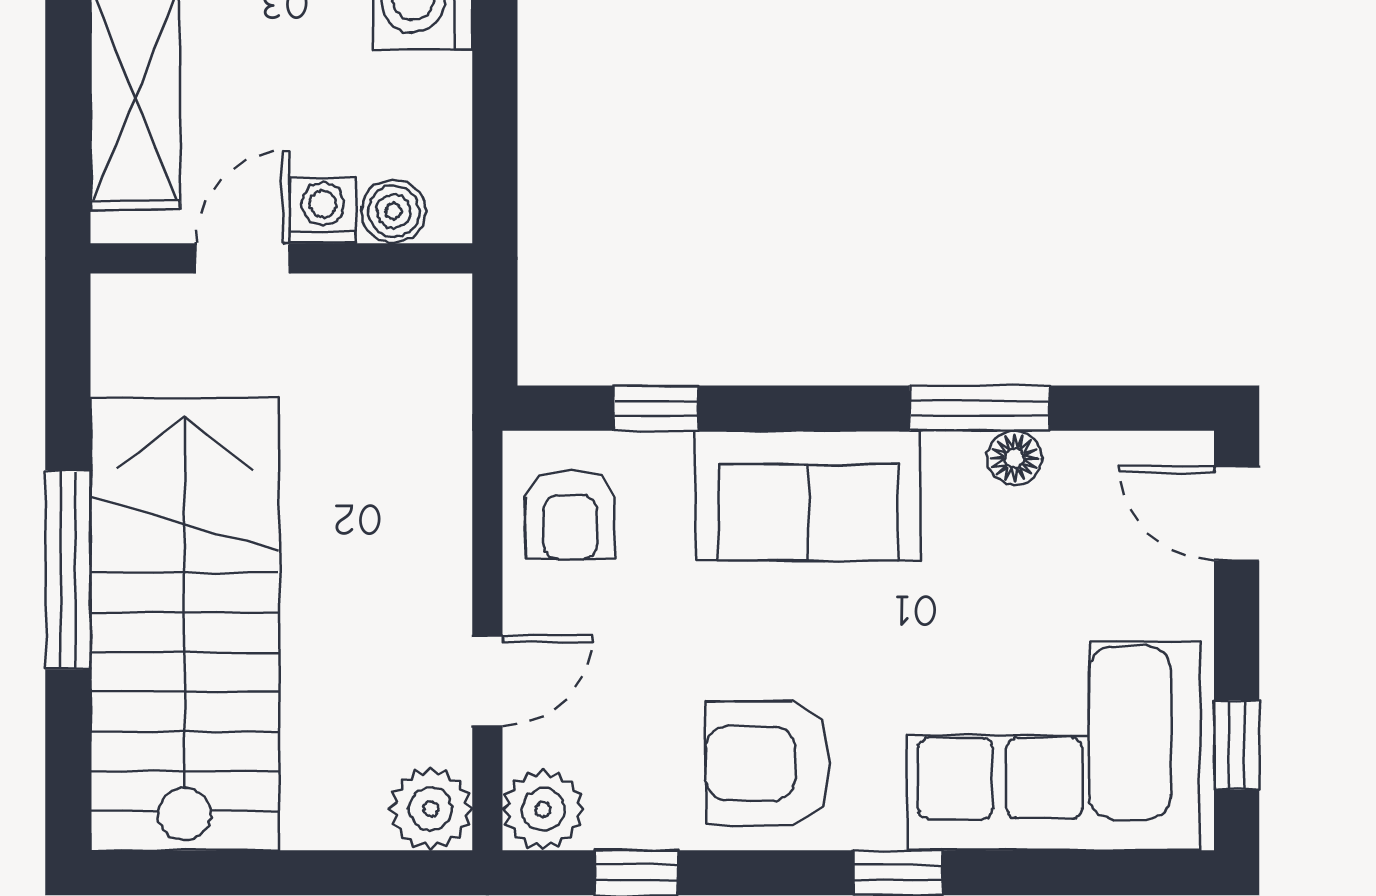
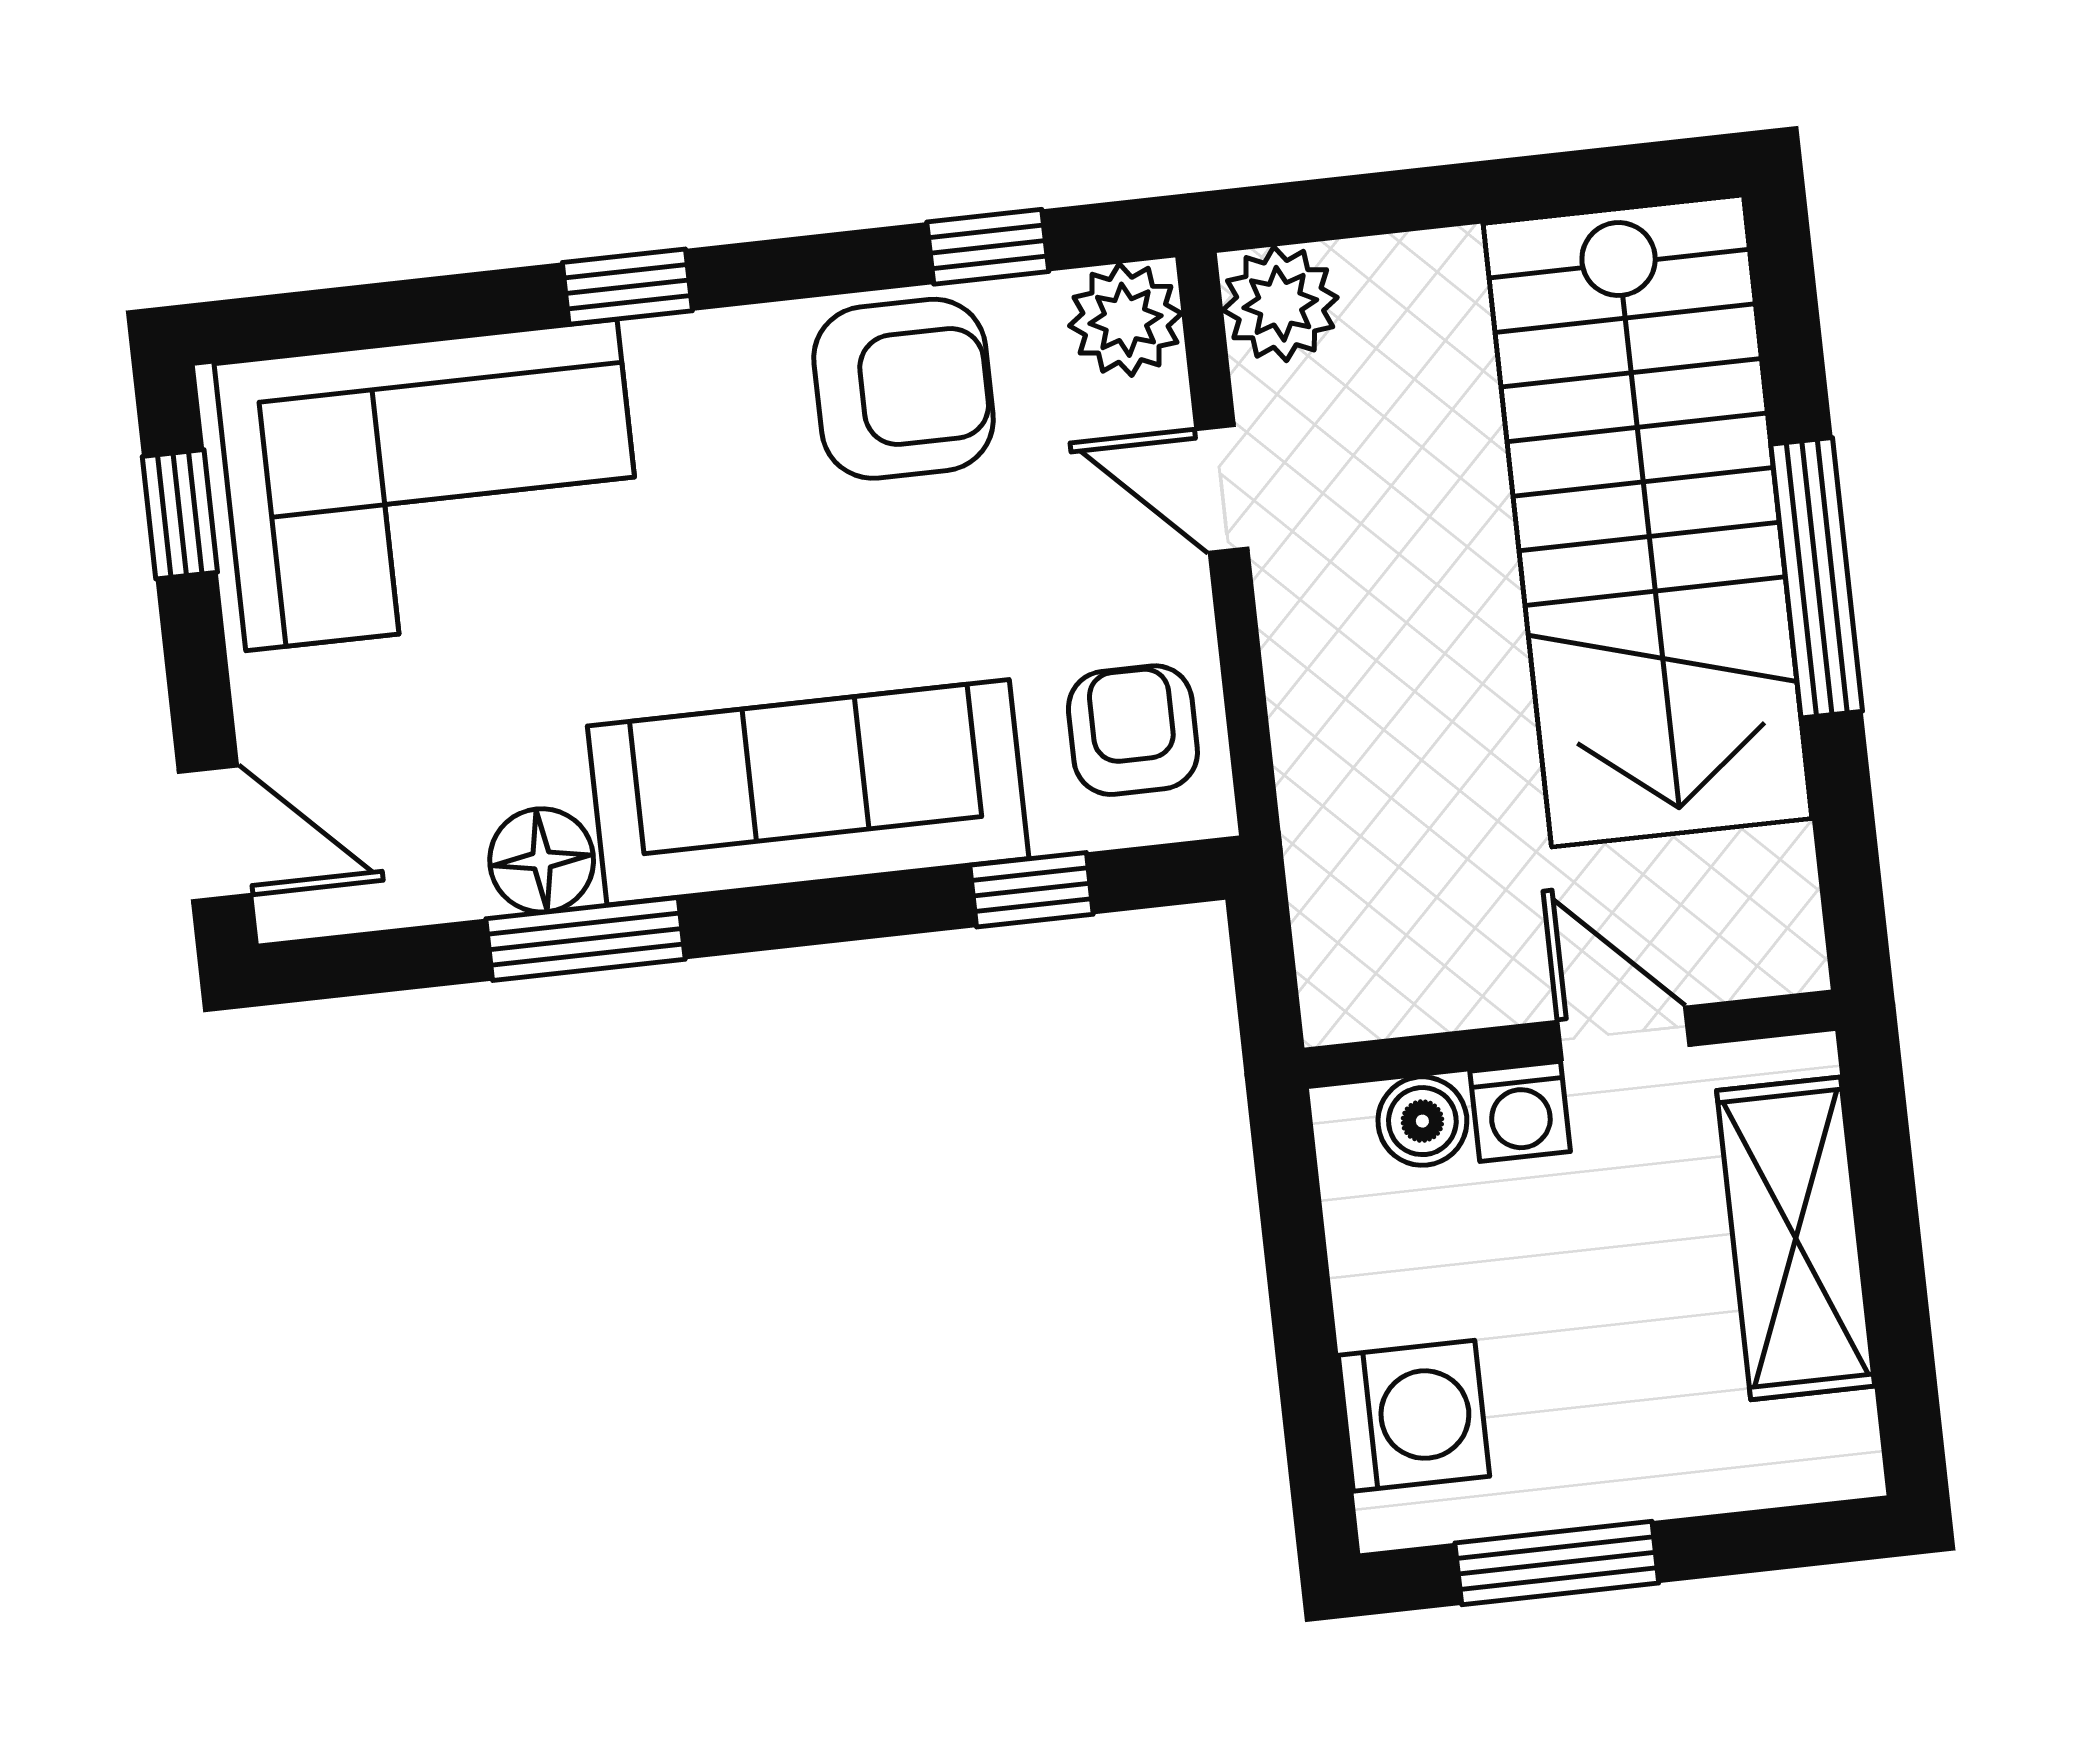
door: (242, 258) -> (1624, 1033), swing flipped
floor lamp: (1015, 458) -> (542, 860), width x1.37, depth x1.37
sofa: (808, 496) -> (808, 792), width x1.36
door: (487, 681) -> (1222, 489), hinge flipped
armchair: (768, 763) -> (904, 389), moved

